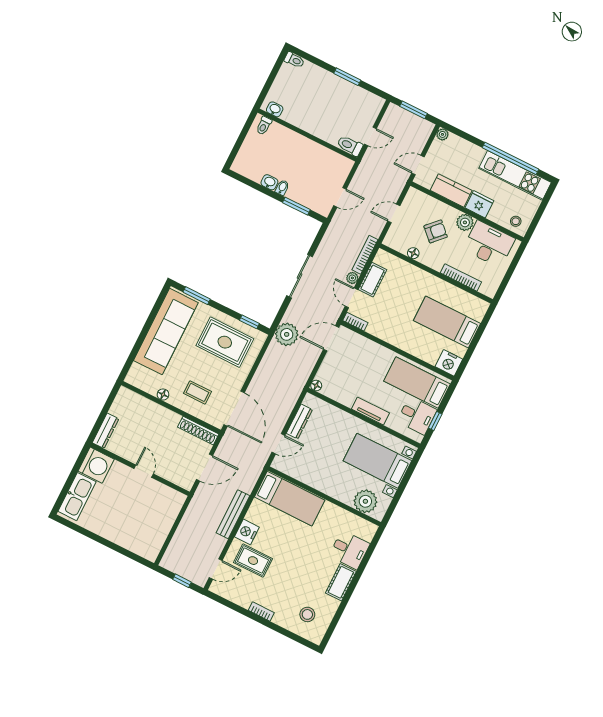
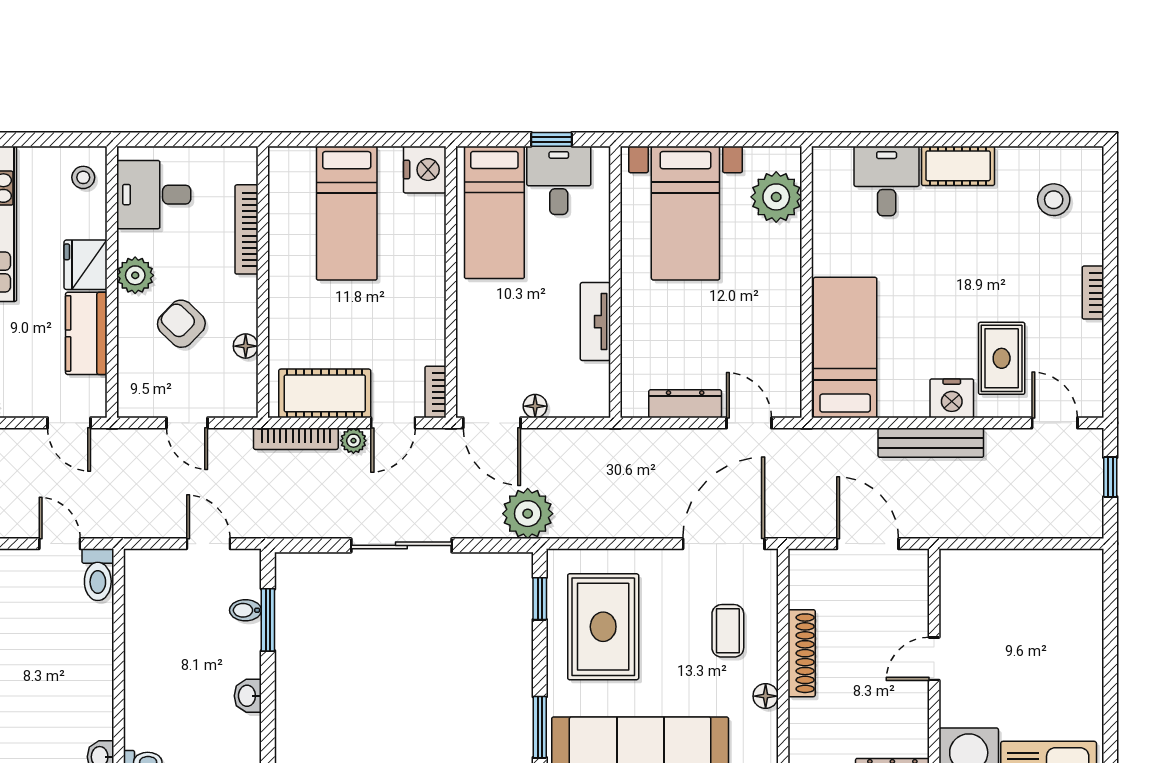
bidet: (282, 187) -> (245, 610), moved
desk: (489, 244) -> (154, 195), width x0.73
cot: (372, 280) -> (325, 393), width x1.37, depth x1.34
floor lamp: (316, 386) -> (535, 406), moved
tv unit: (370, 411) -> (595, 322), moved
shoe rack: (198, 431) -> (802, 653), moved

